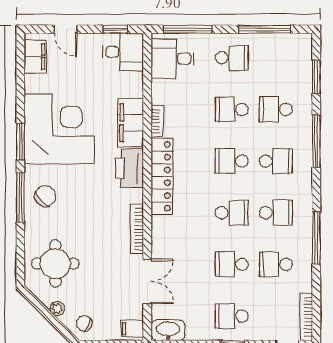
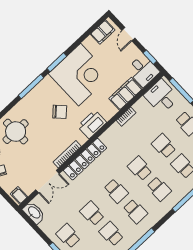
filing cabinet: (131, 123) -> (125, 94), moved
locker: (162, 176) -> (85, 159), moved
chair: (45, 196) -> (60, 112), moved

